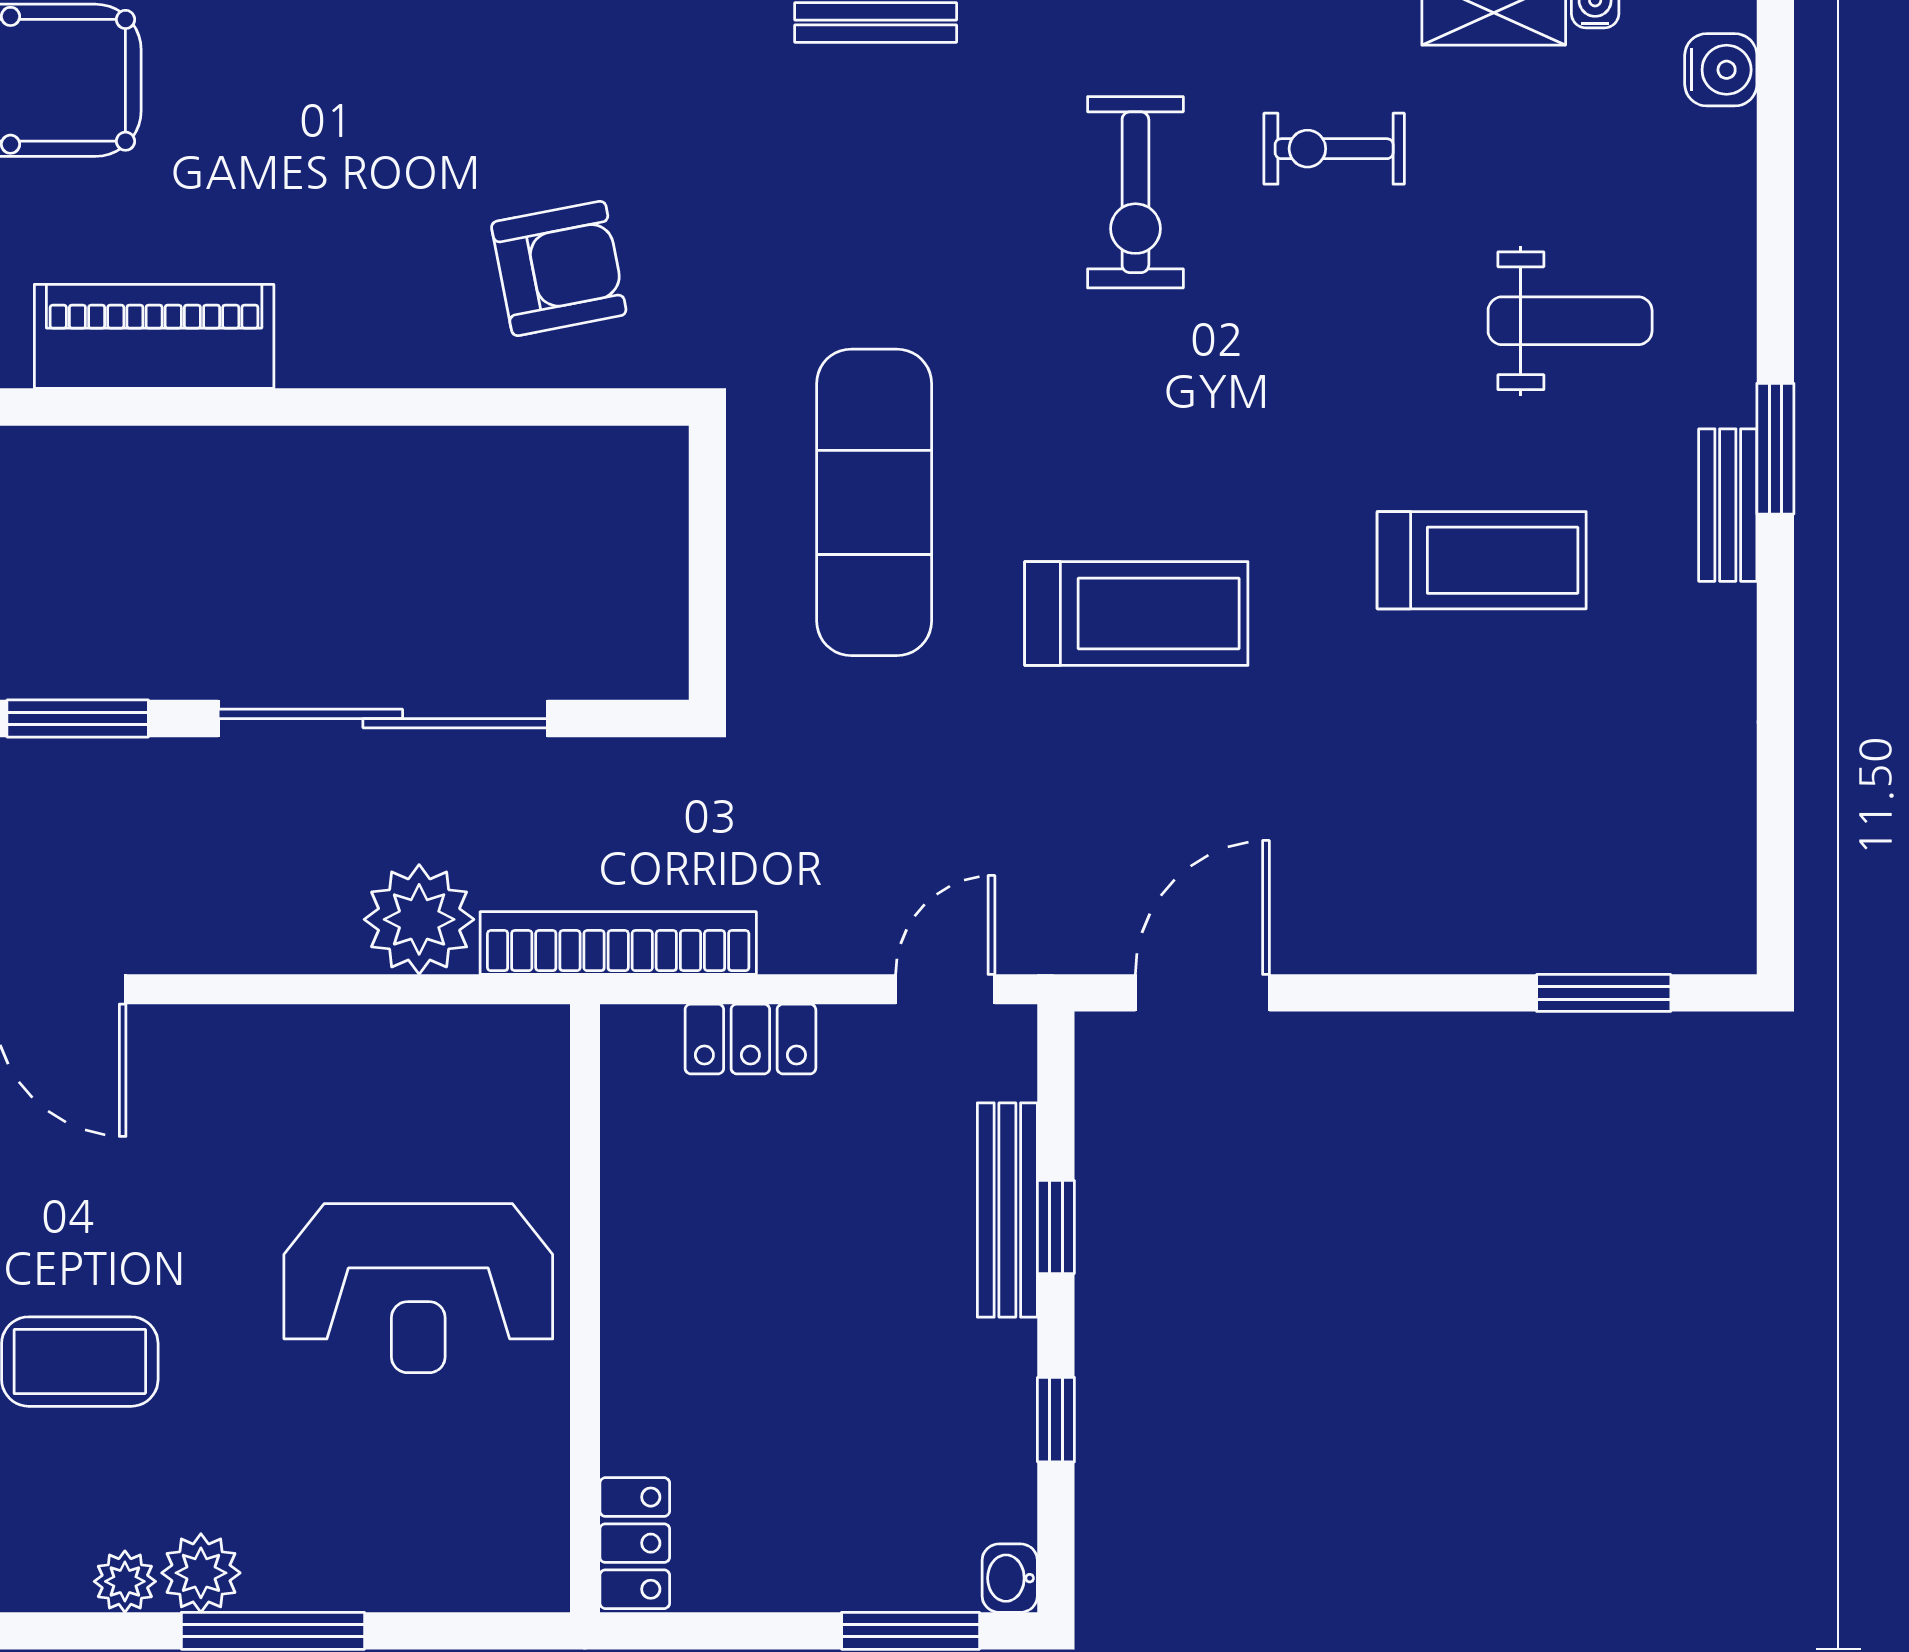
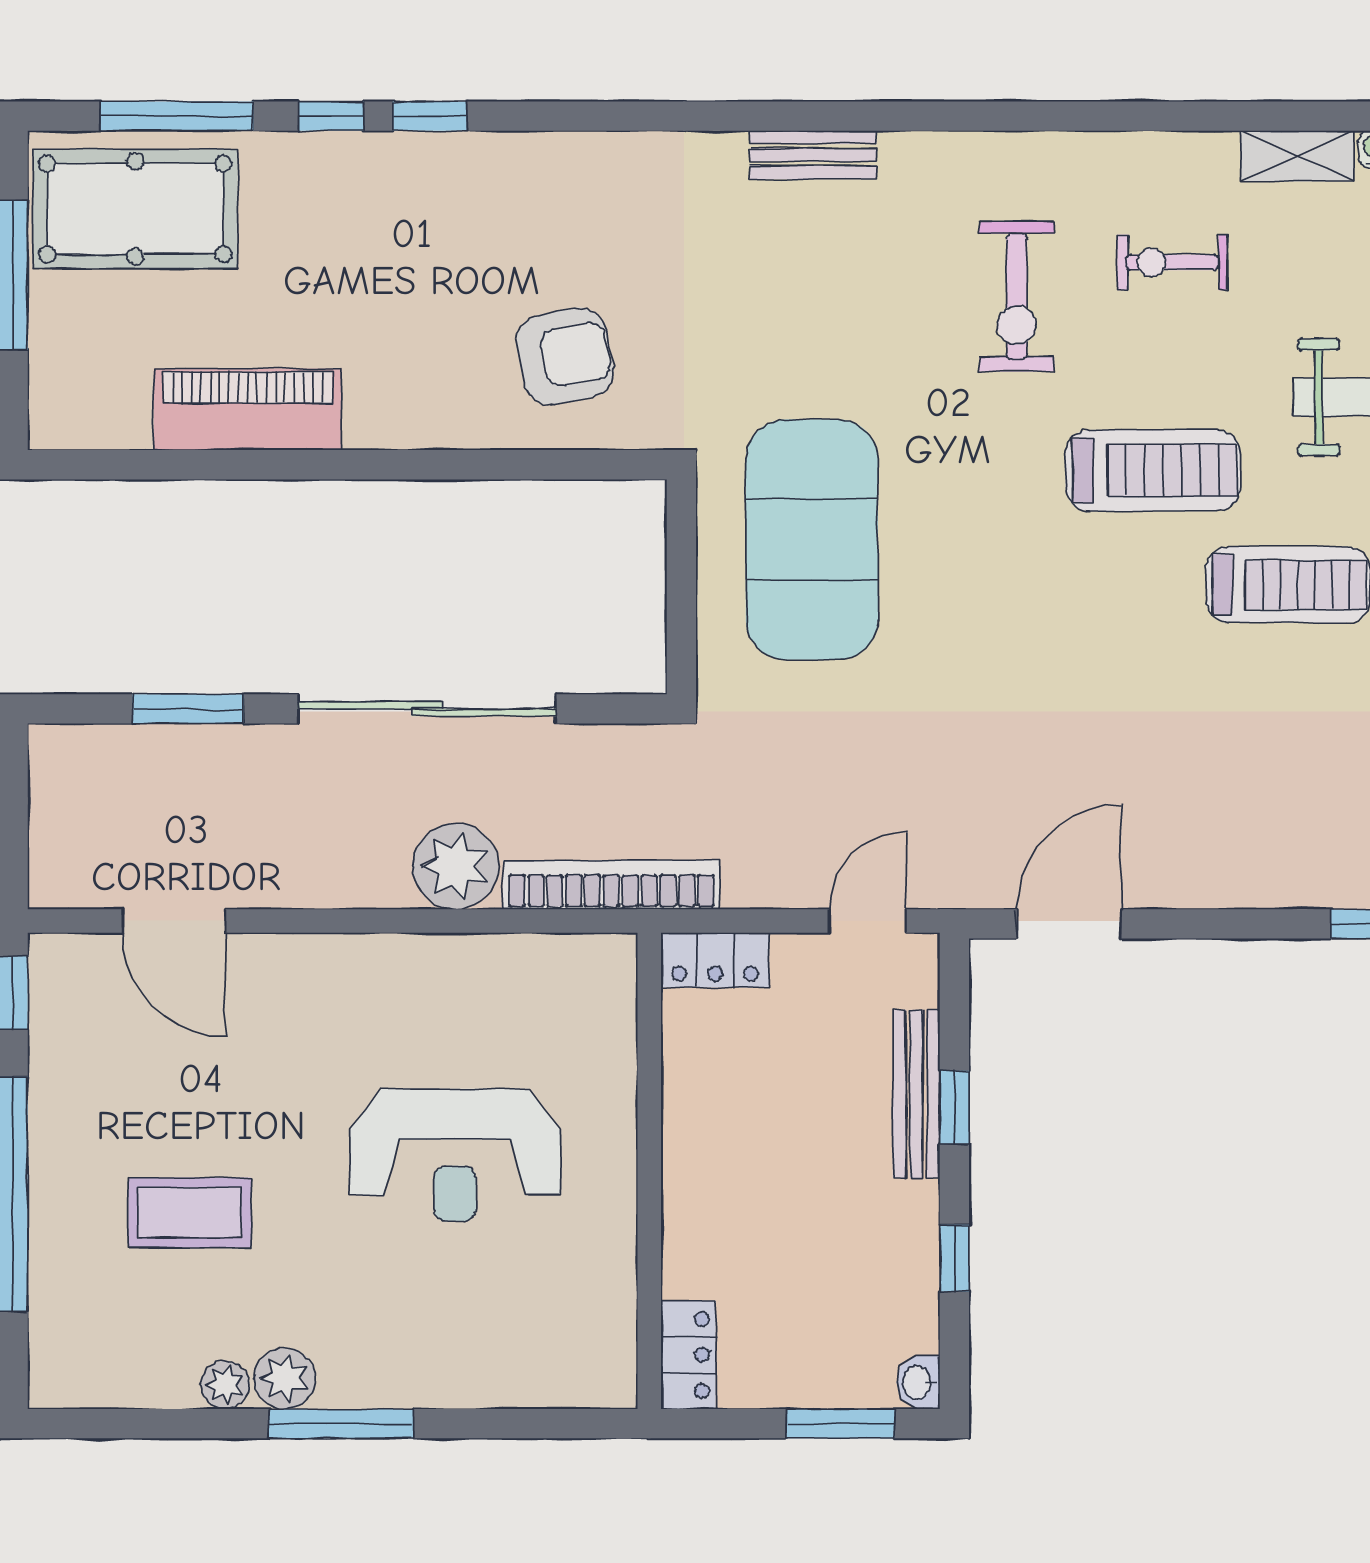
exercise mat: (874, 502) -> (812, 539), width x1.47
treadmill: (1136, 614) -> (1153, 470), moved
wall: (585, 1308) -> (649, 1171), moved
locker: (635, 1543) -> (688, 1355), moved

